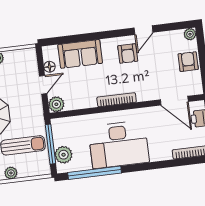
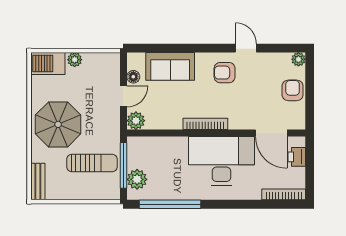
door: (143, 30) -> (246, 48), swing flipped
armchair: (128, 53) -> (225, 73), turned 90
desk: (119, 144) -> (221, 161), moved, turned 180
plant: (11, 173) -> (74, 193), removed

